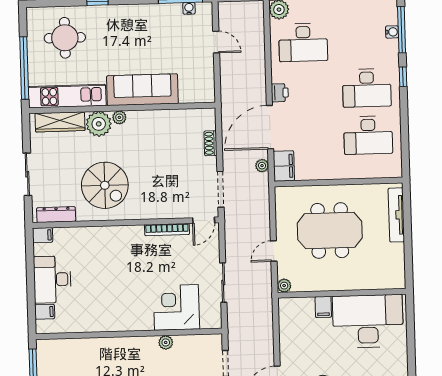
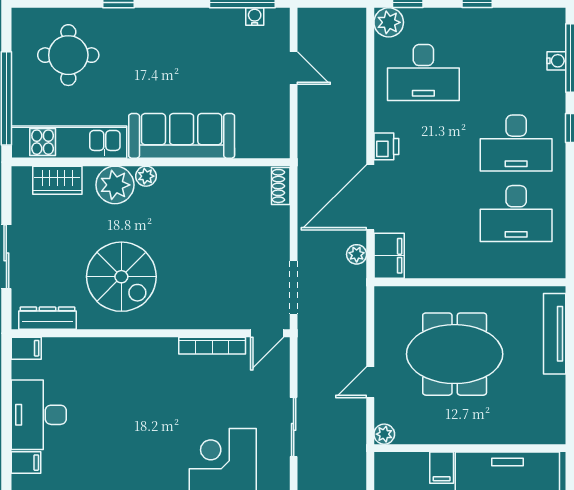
wardrobe: (60, 122) -> (57, 180), width x0.67
shoe rack: (210, 143) -> (281, 186), moved

